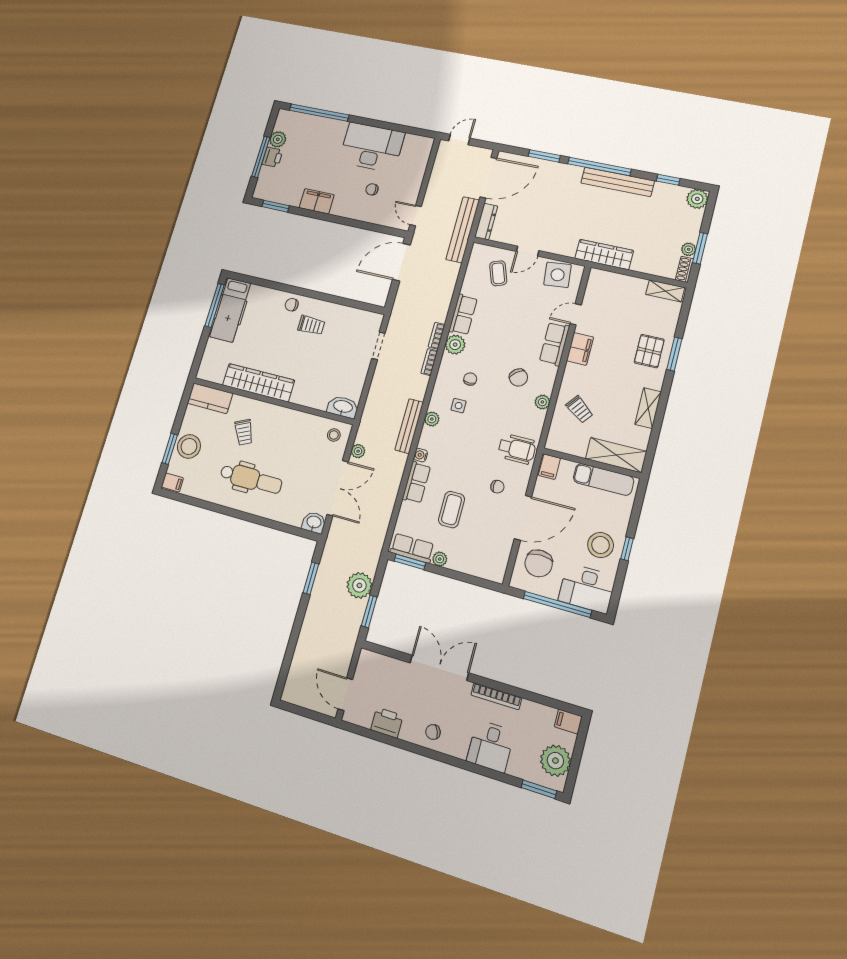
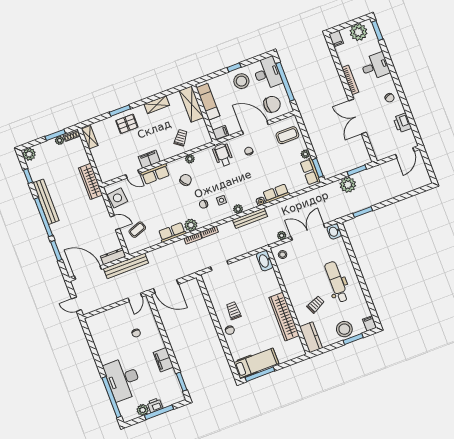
desk: (372, 147) -> (123, 379), moved
coffee table: (452, 510) -> (287, 135), moved

